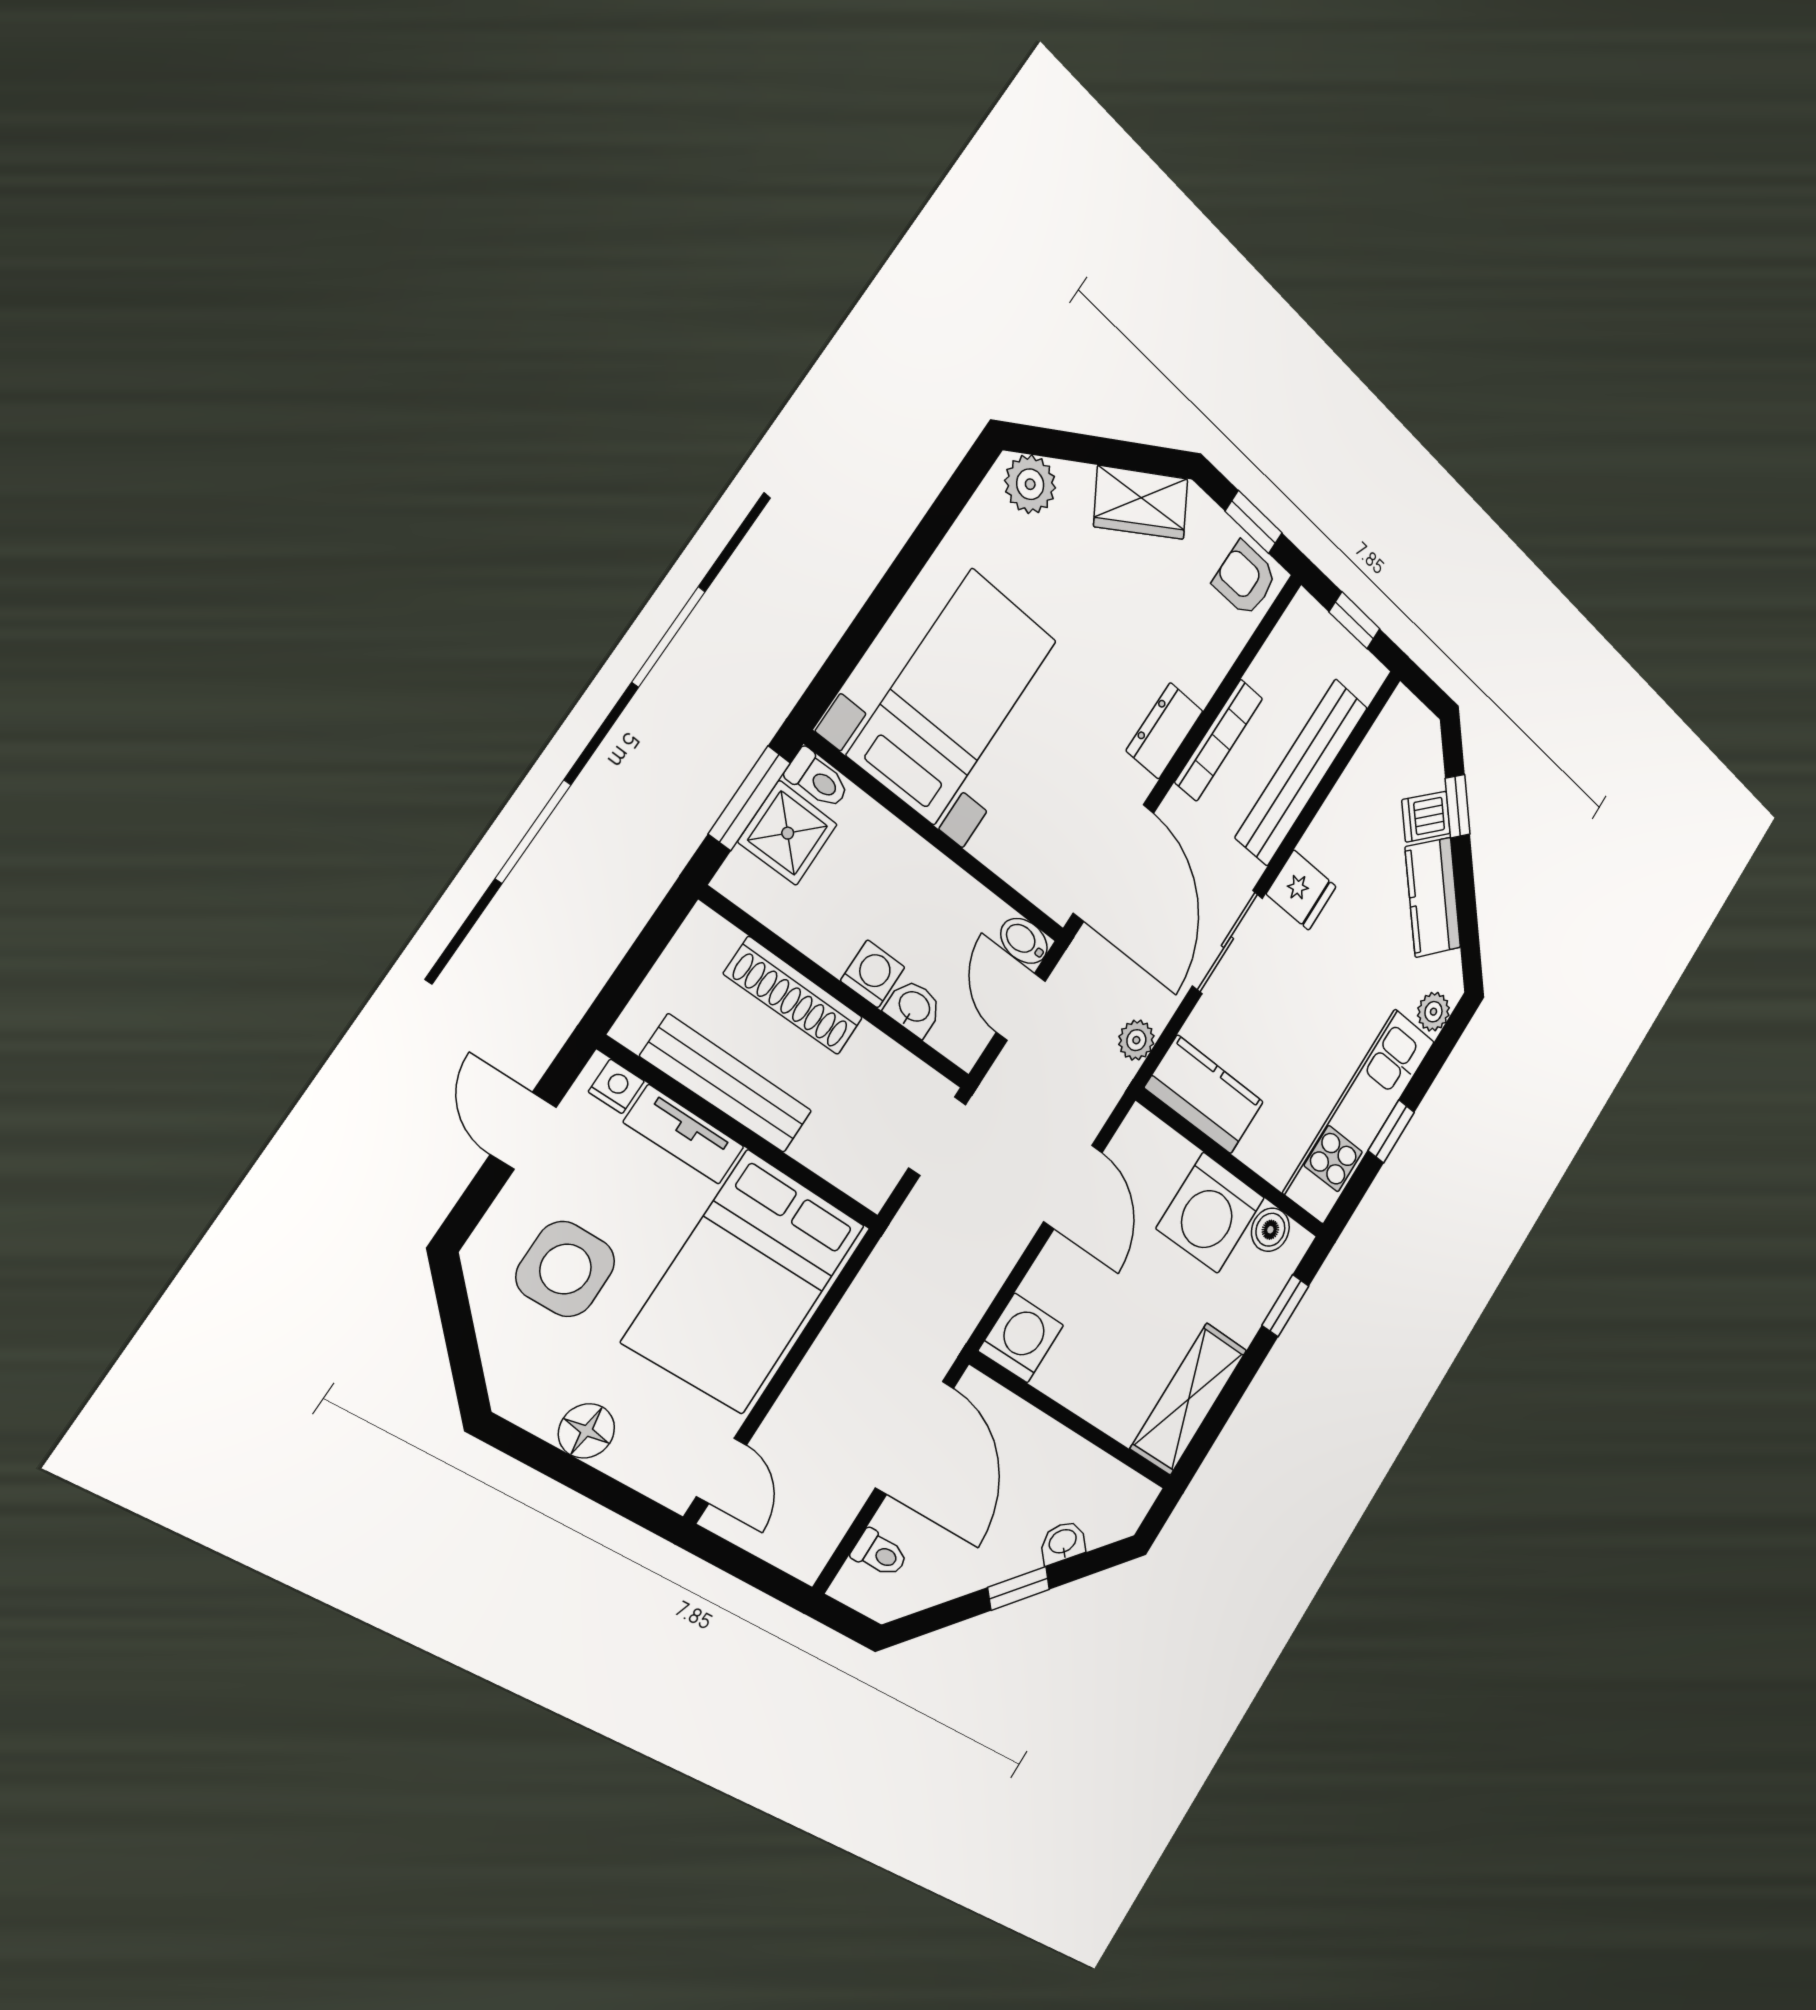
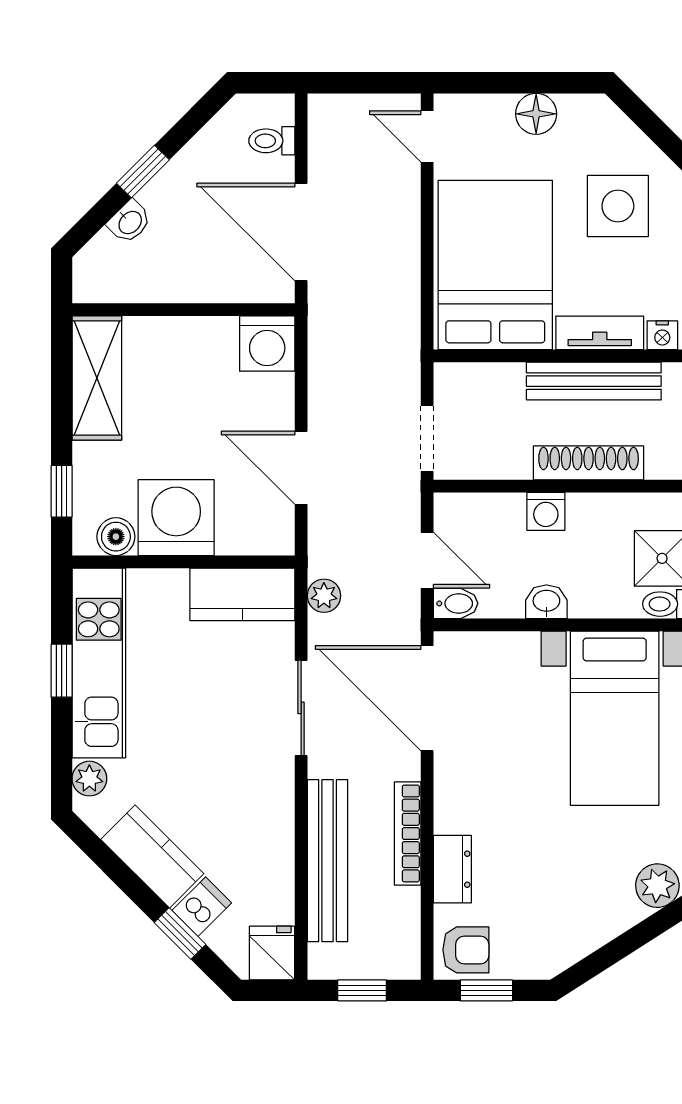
wardrobe: (1141, 503) -> (575, 936), removed
dresser: (1164, 731) -> (452, 869), moved
fridge: (1301, 890) -> (272, 953), moved, turned 90
washbasin: (914, 1008) -> (546, 602), moved, turned 180

